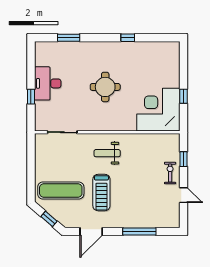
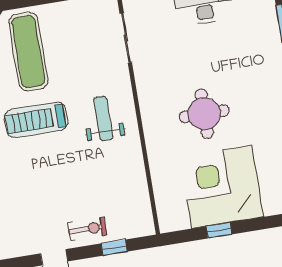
round table: (105, 87) -> (204, 114), moved
corner desk: (158, 110) -> (222, 187), moved, turned -90

